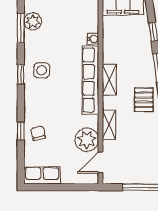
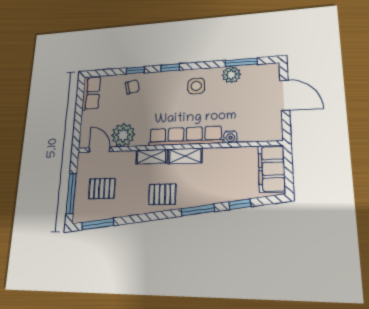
plant: (33, 21) -> (231, 75), moved
window: (21, 75) -> (170, 68), moved
shelving: (109, 125) -> (152, 157), moved
pallet: (138, 157) -> (102, 188), added

